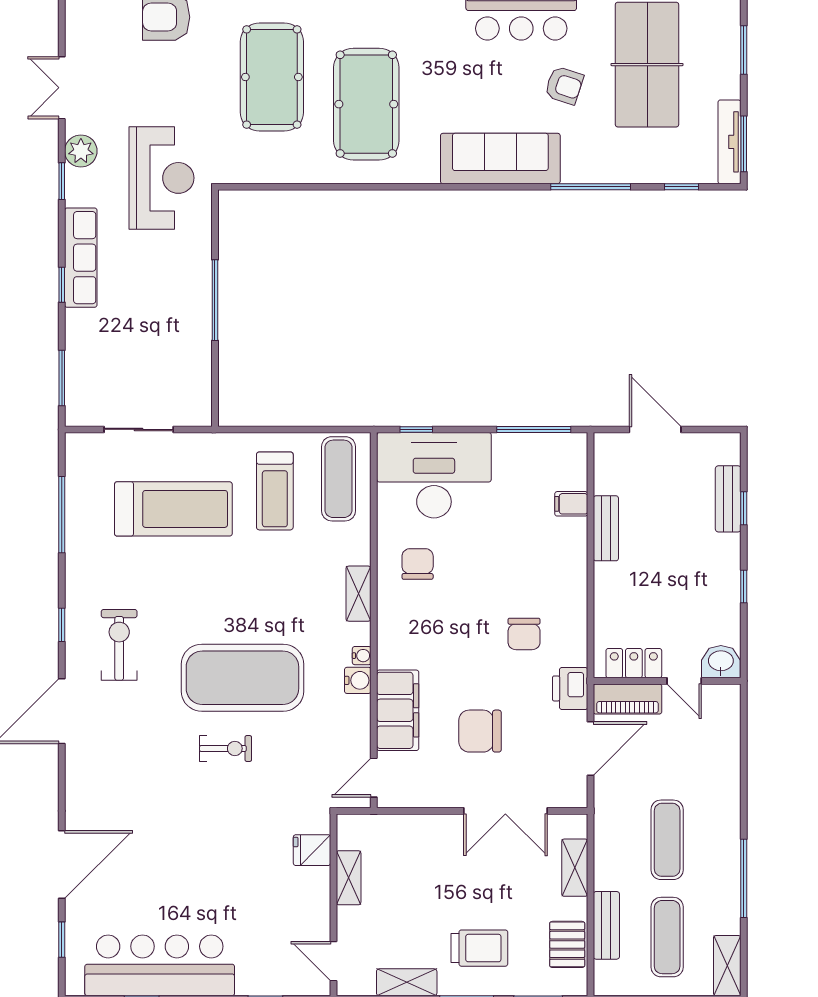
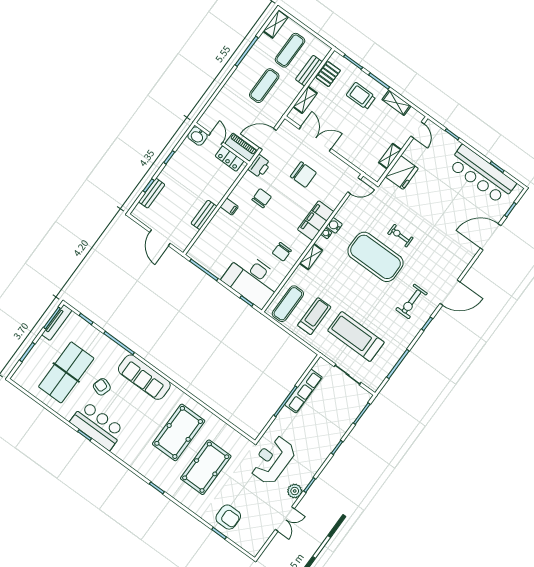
row of seats: (81, 258) -> (304, 391), moved, turned 180
filing cabinet: (571, 504) -> (229, 207), moved
filing cabinet: (398, 710) -> (316, 221), moved
fridge: (312, 850) -> (402, 173), width x1.88, depth x1.34

